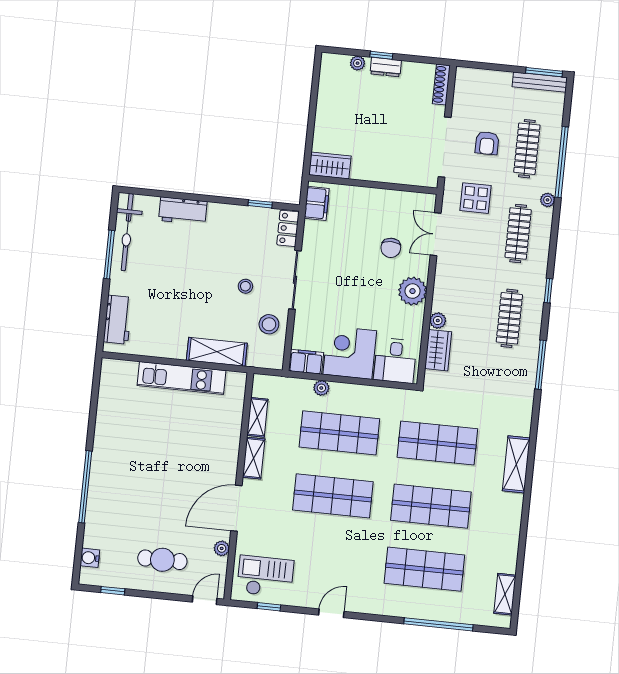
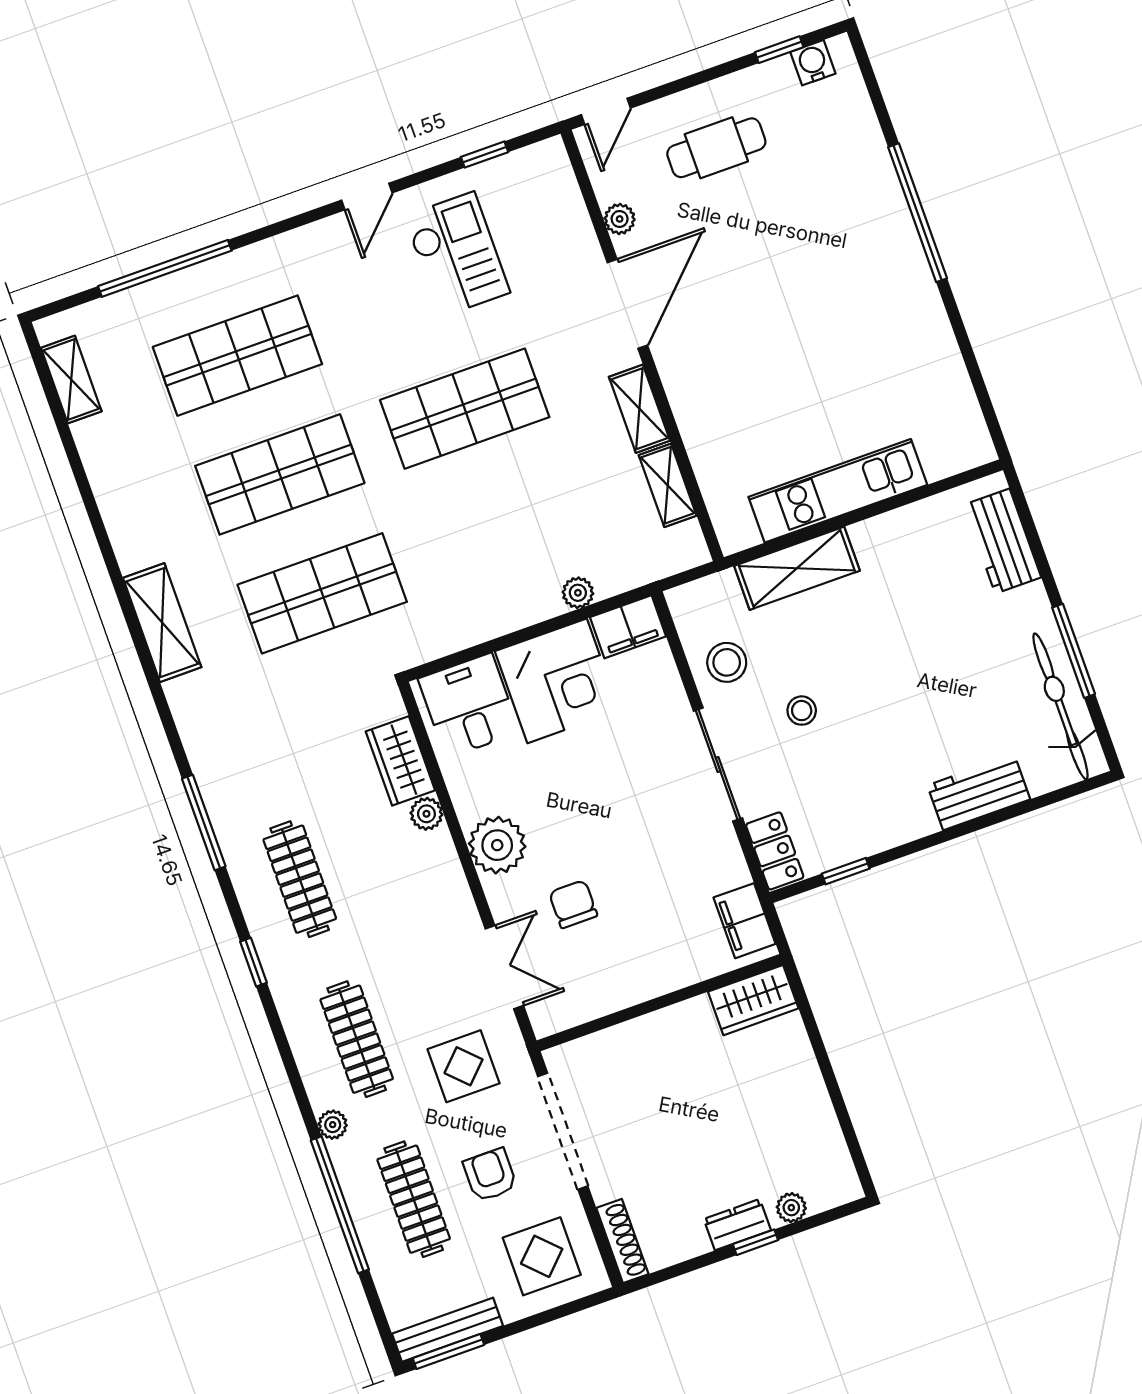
display table: (481, 95) -> (542, 1256), added
shop shelf: (339, 433) -> (507, 528), removed
water cooler: (90, 558) -> (813, 63), moved, turned -90
checkout: (265, 576) -> (457, 254), moved, turned -90

